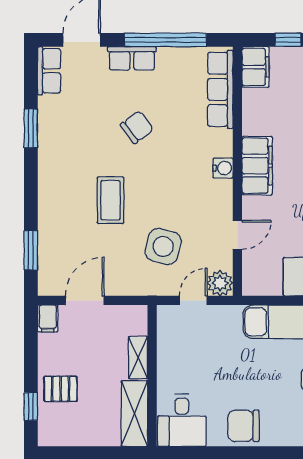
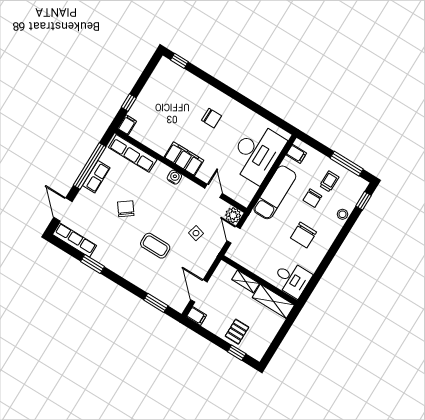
row of seats: (132, 58) -> (96, 177), moved
filing cabinet: (256, 67) -> (127, 125), width x0.50
row of seats: (49, 71) -> (75, 240), width x1.48
side table: (163, 247) -> (196, 233), width x0.54, depth x0.54
chair: (244, 426) -> (303, 235), moved

